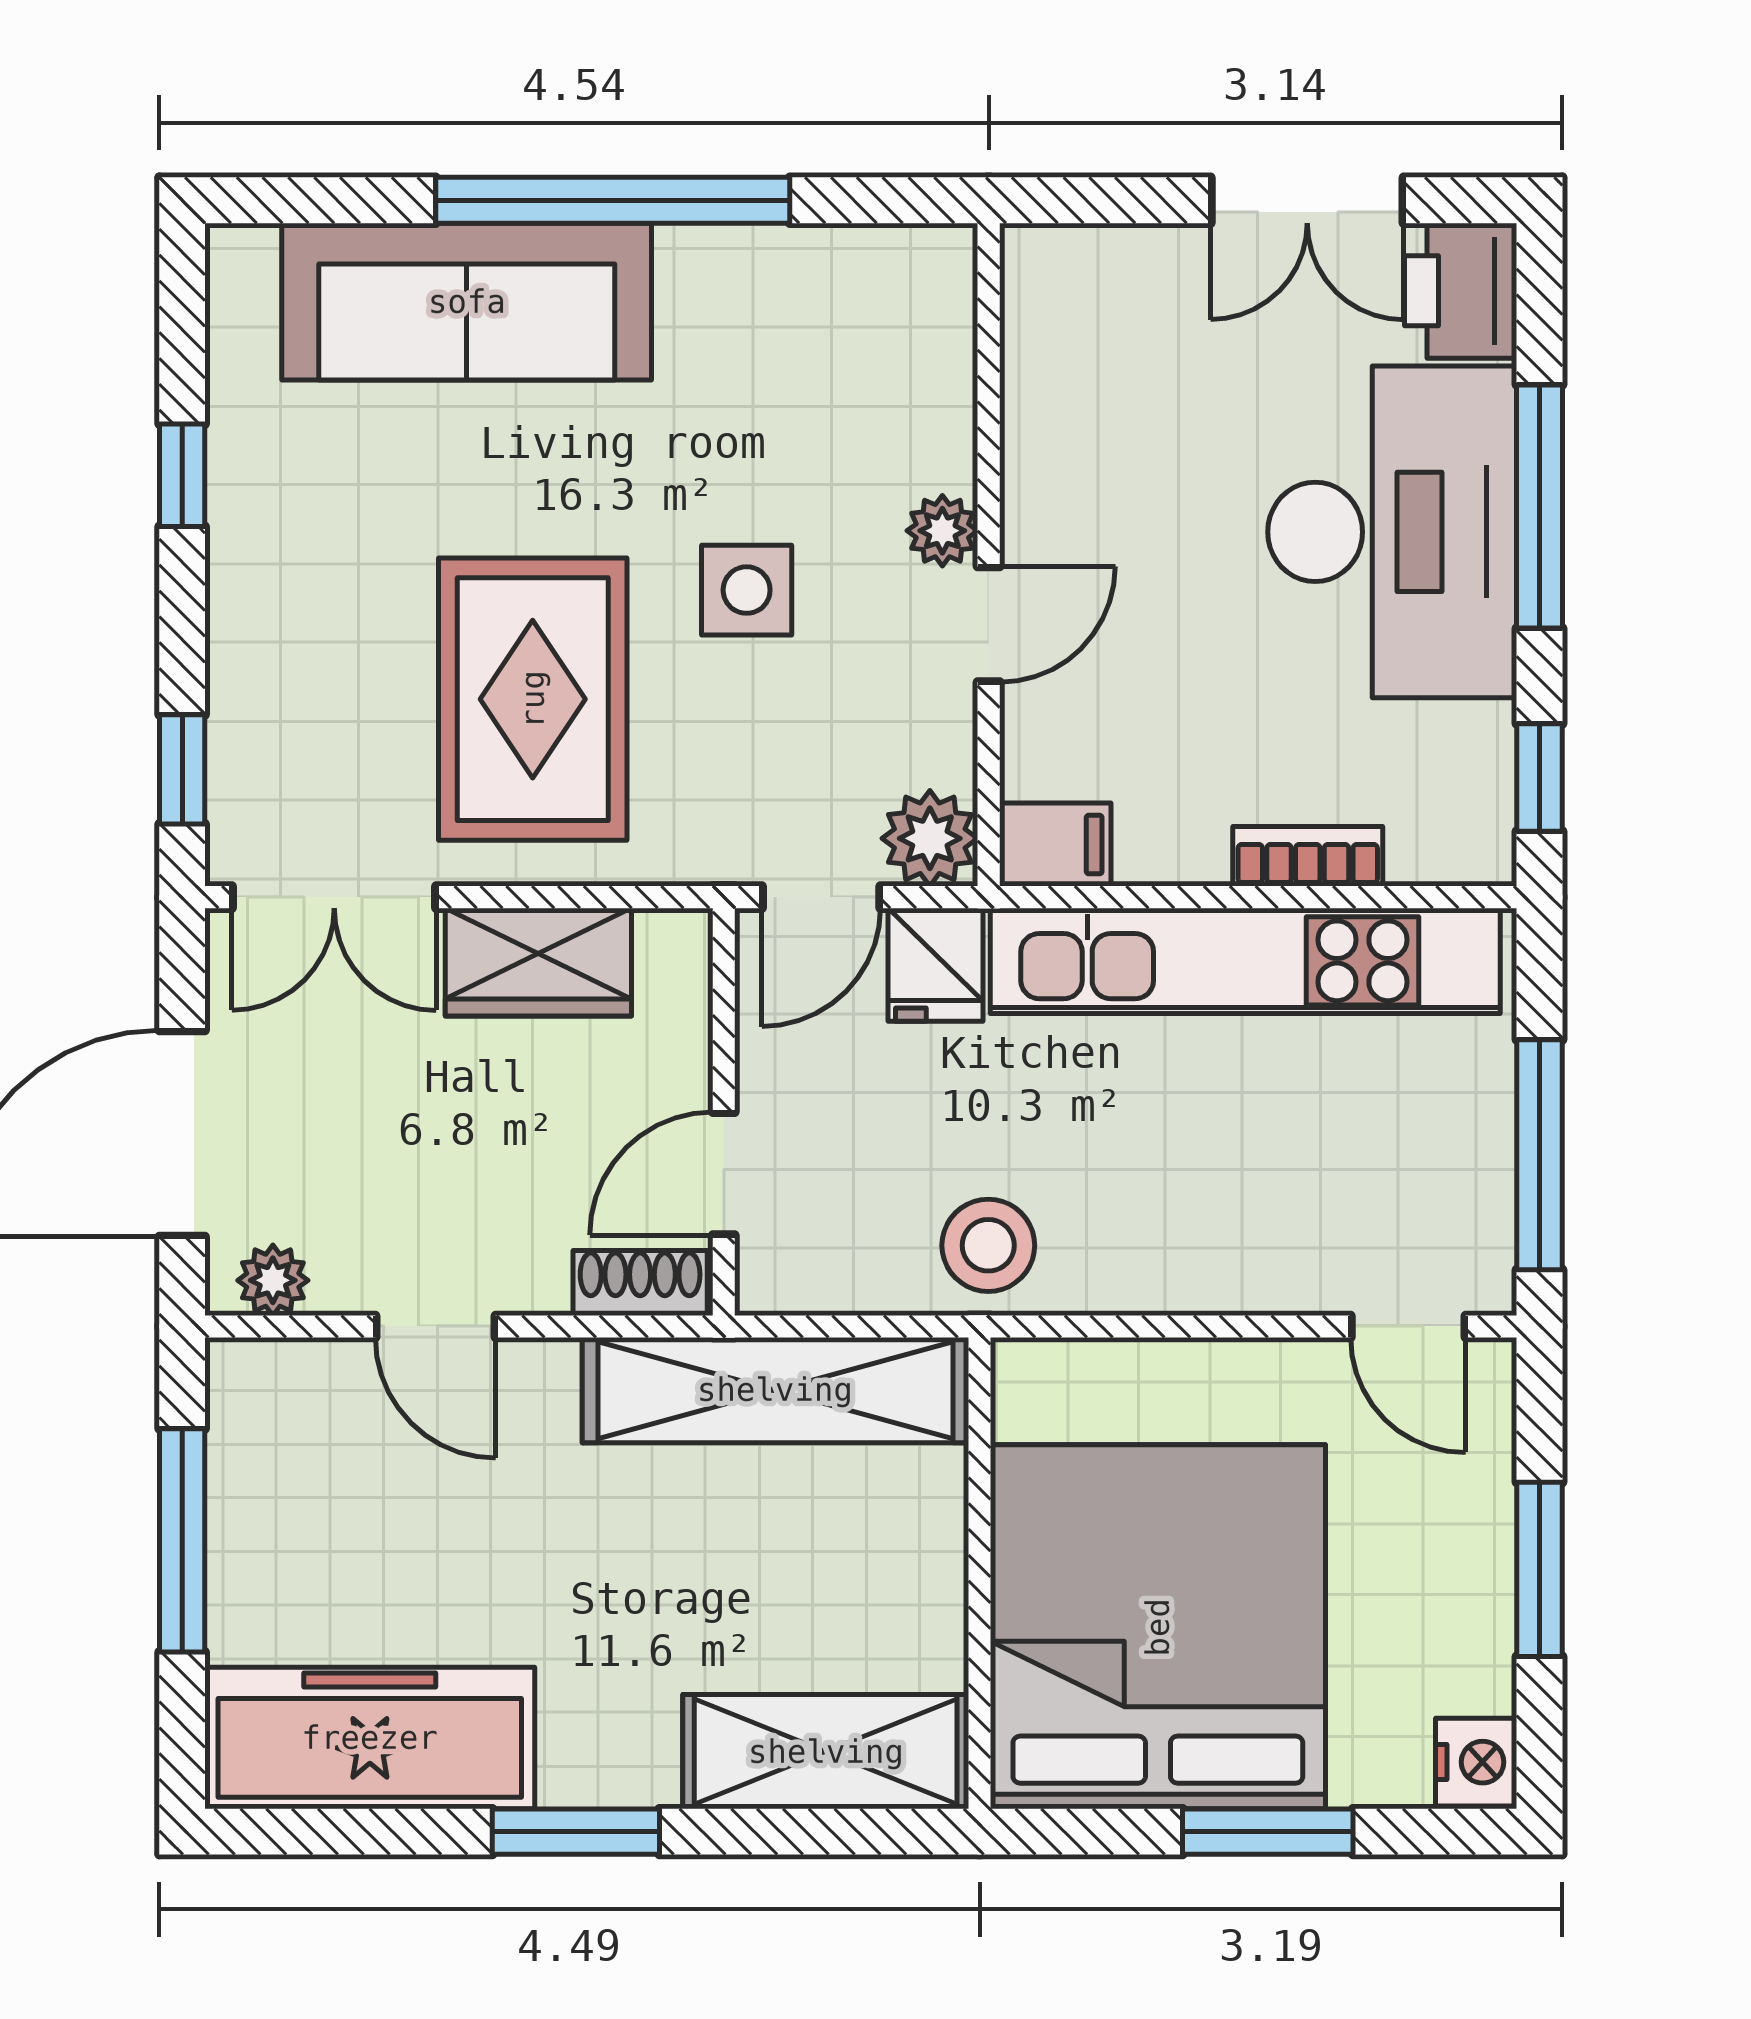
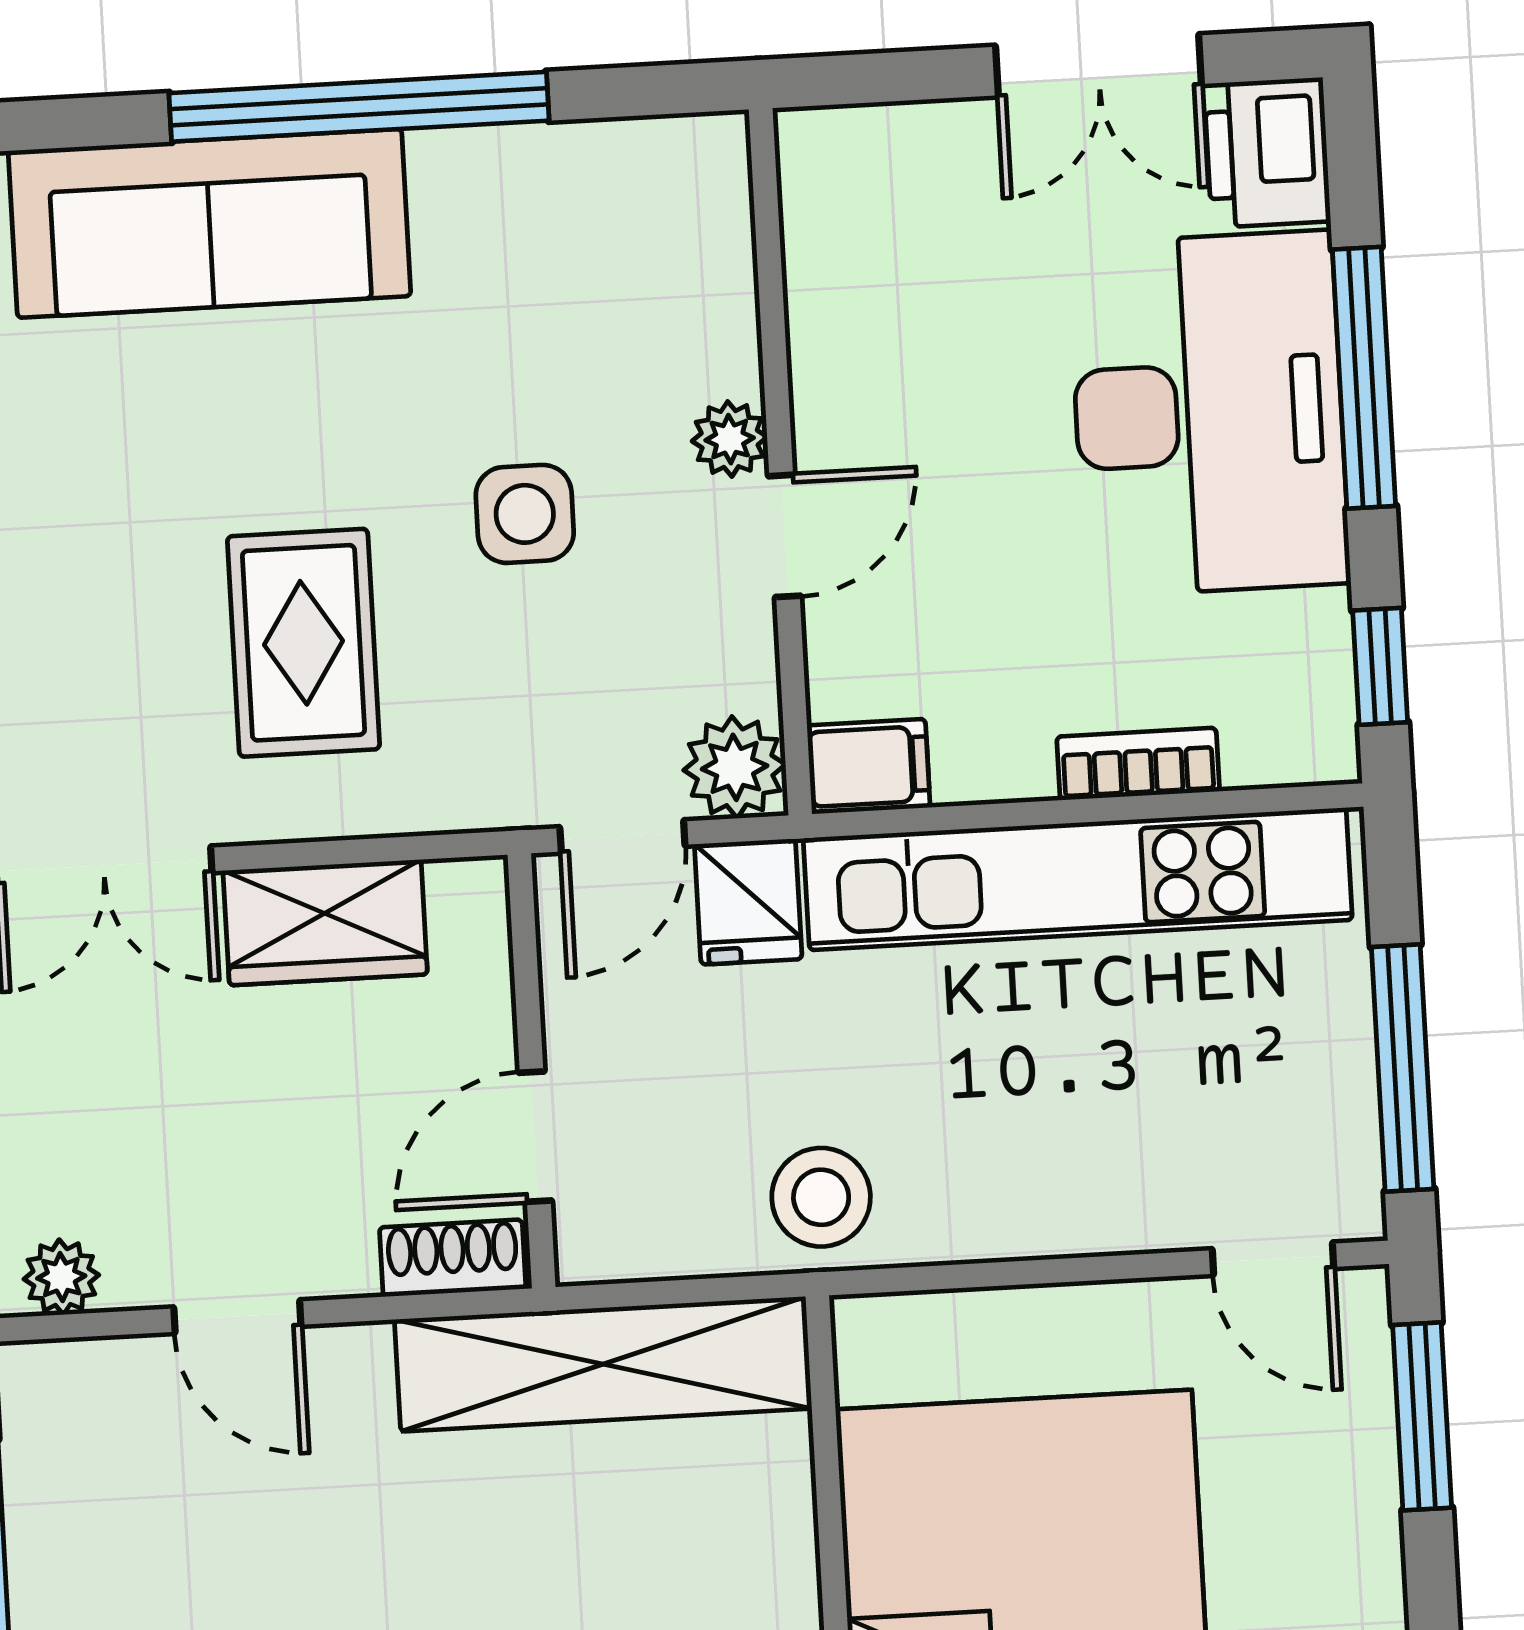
rug: (533, 699) -> (304, 643), width x0.73, depth x0.70
window: (1539, 1569) -> (1422, 1416), moved

